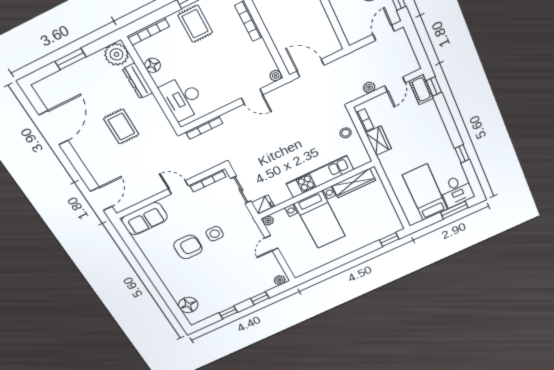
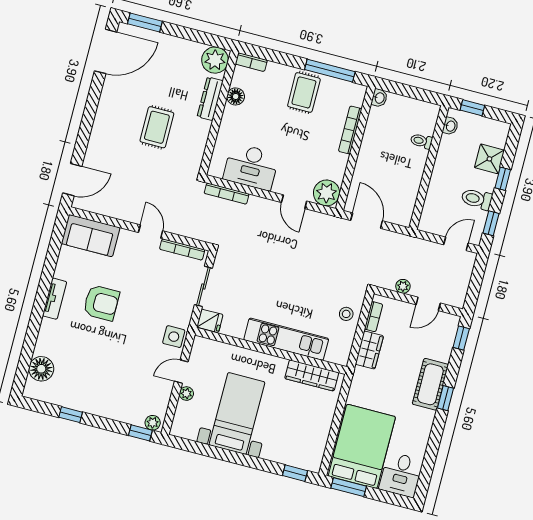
bookcase: (148, 31) -> (251, 62), width x0.64
window: (71, 59) -> (145, 23), moved
plant: (276, 76) -> (327, 193), width x1.87, depth x1.87
cot: (421, 89) -> (430, 384), moved, width x1.37, depth x1.34
desk: (182, 98) -> (251, 167), moved, turned -90
door: (53, 128) -> (106, 51), moved
window: (462, 154) -> (446, 398), moved
bed: (425, 192) -> (362, 446), width x1.50
window: (454, 210) -> (349, 487), moved
bed with nightstands: (320, 220) -> (237, 413), moved, turned 180
plant: (268, 221) -> (186, 394), moved
side table: (215, 234) -> (174, 337), moved
tv unit: (159, 267) -> (55, 299), added
window: (260, 298) -> (140, 433), moved

